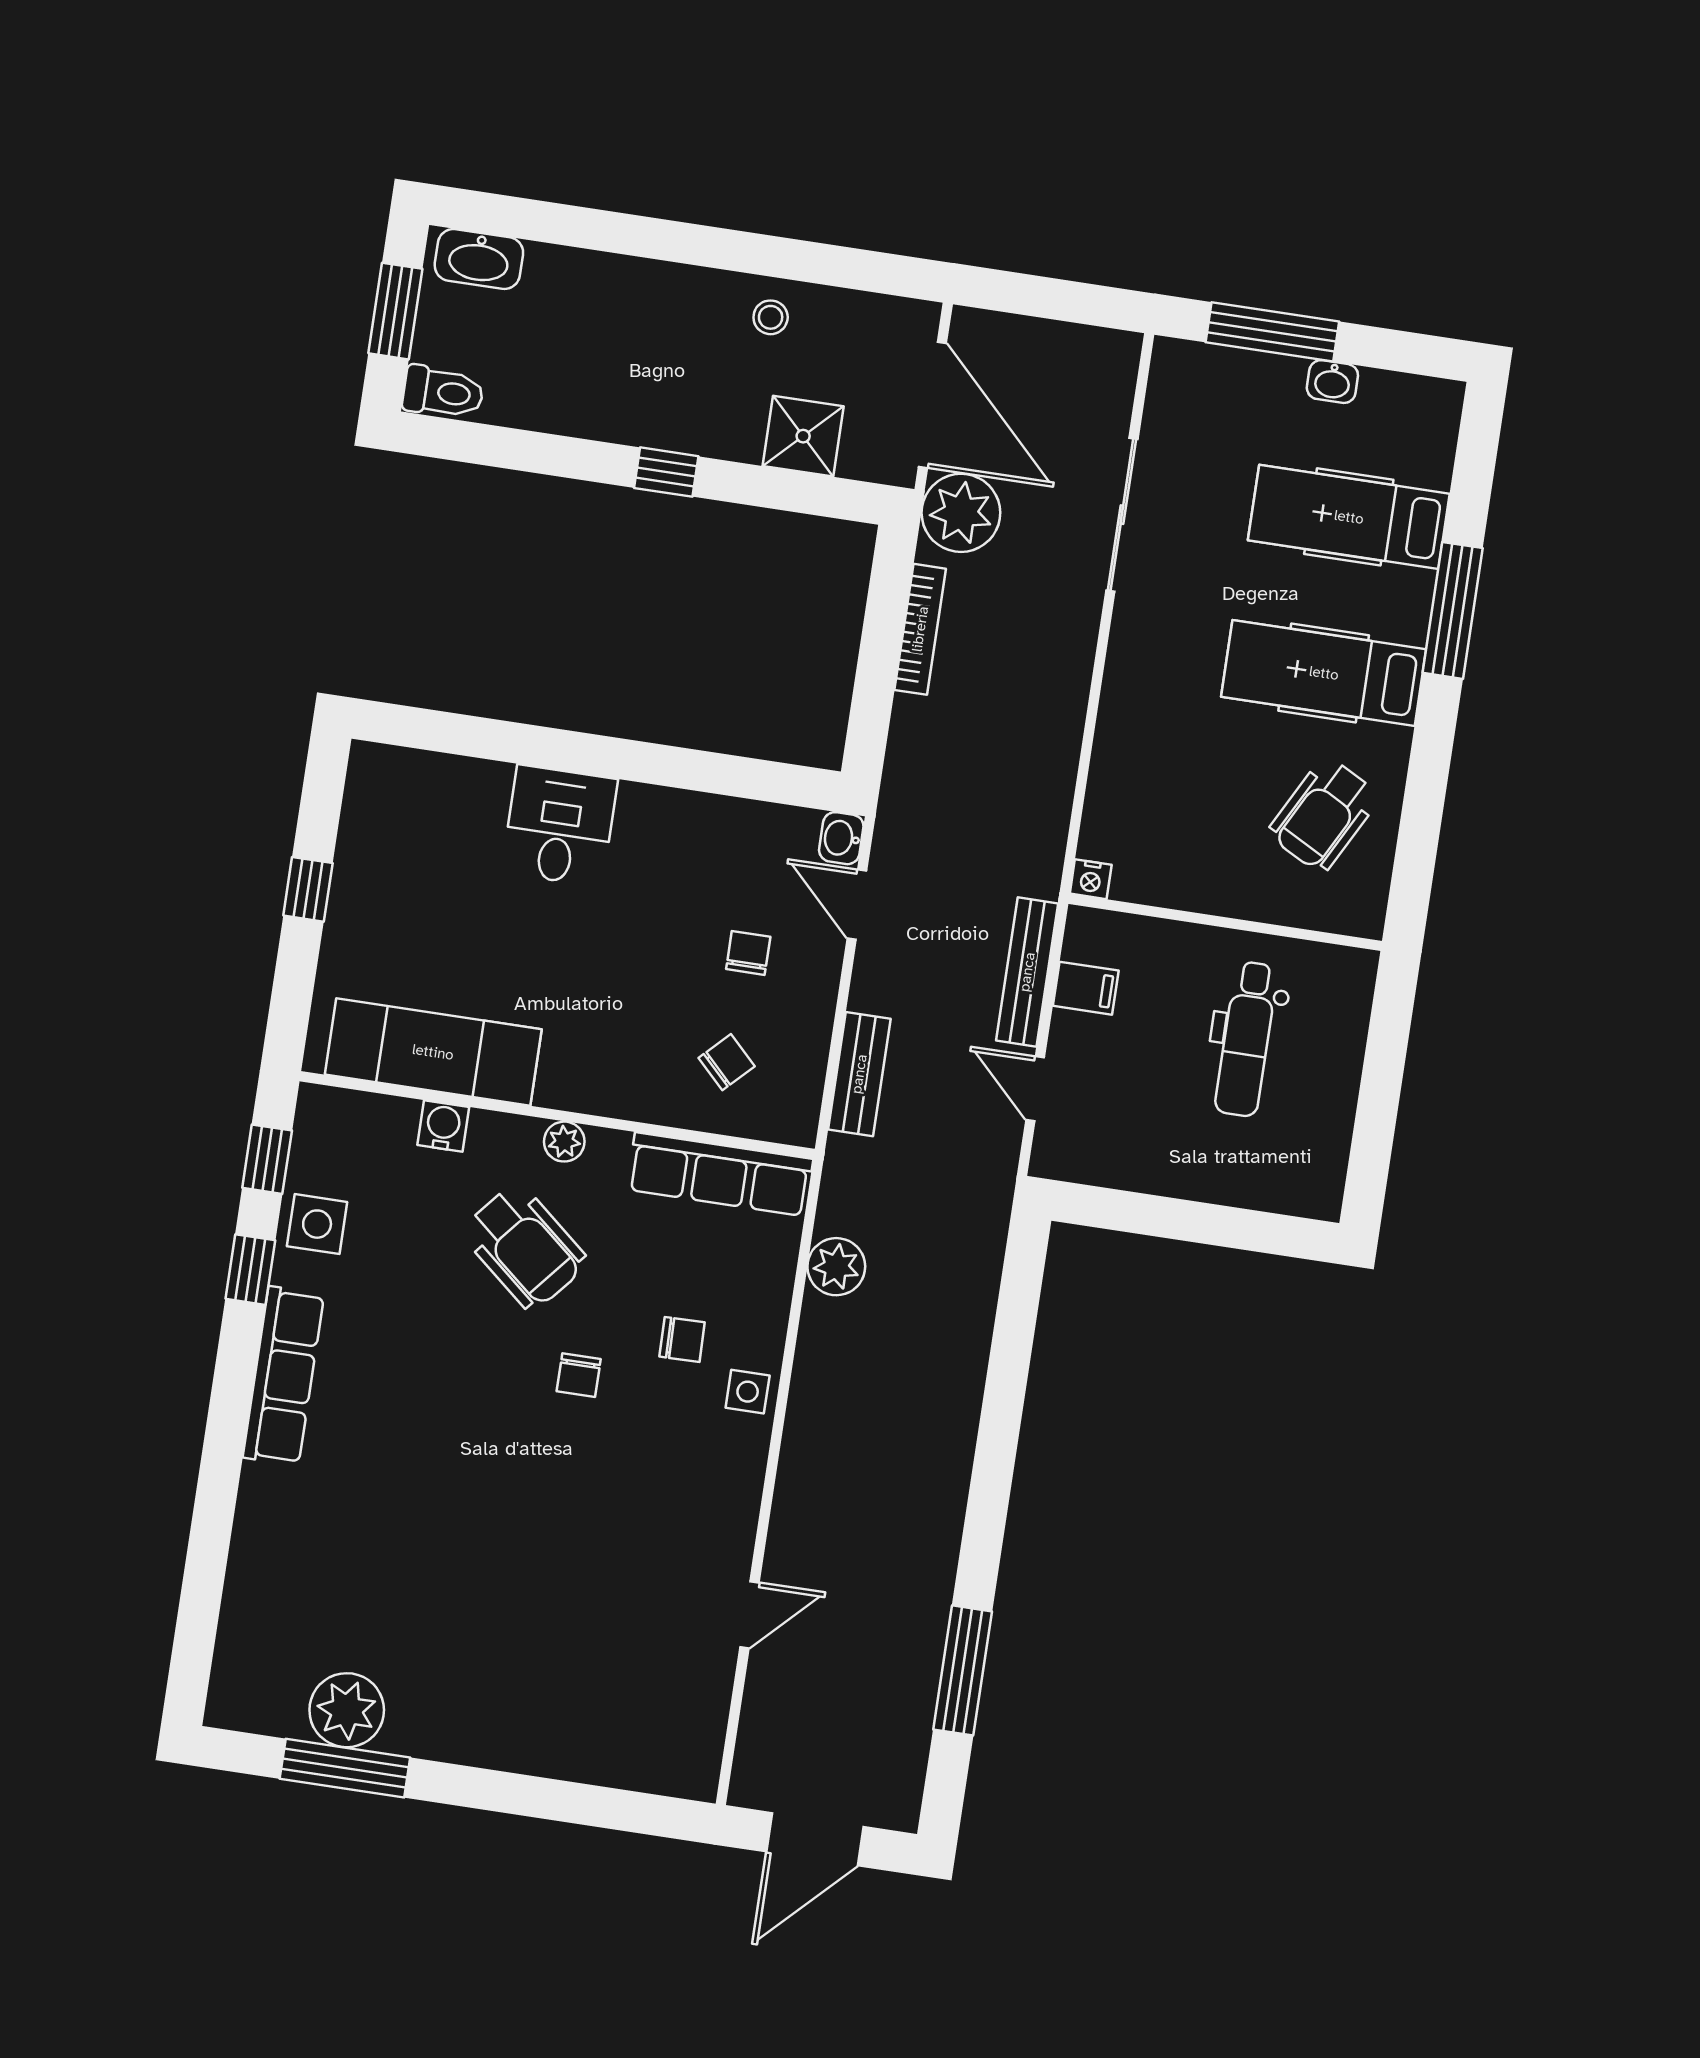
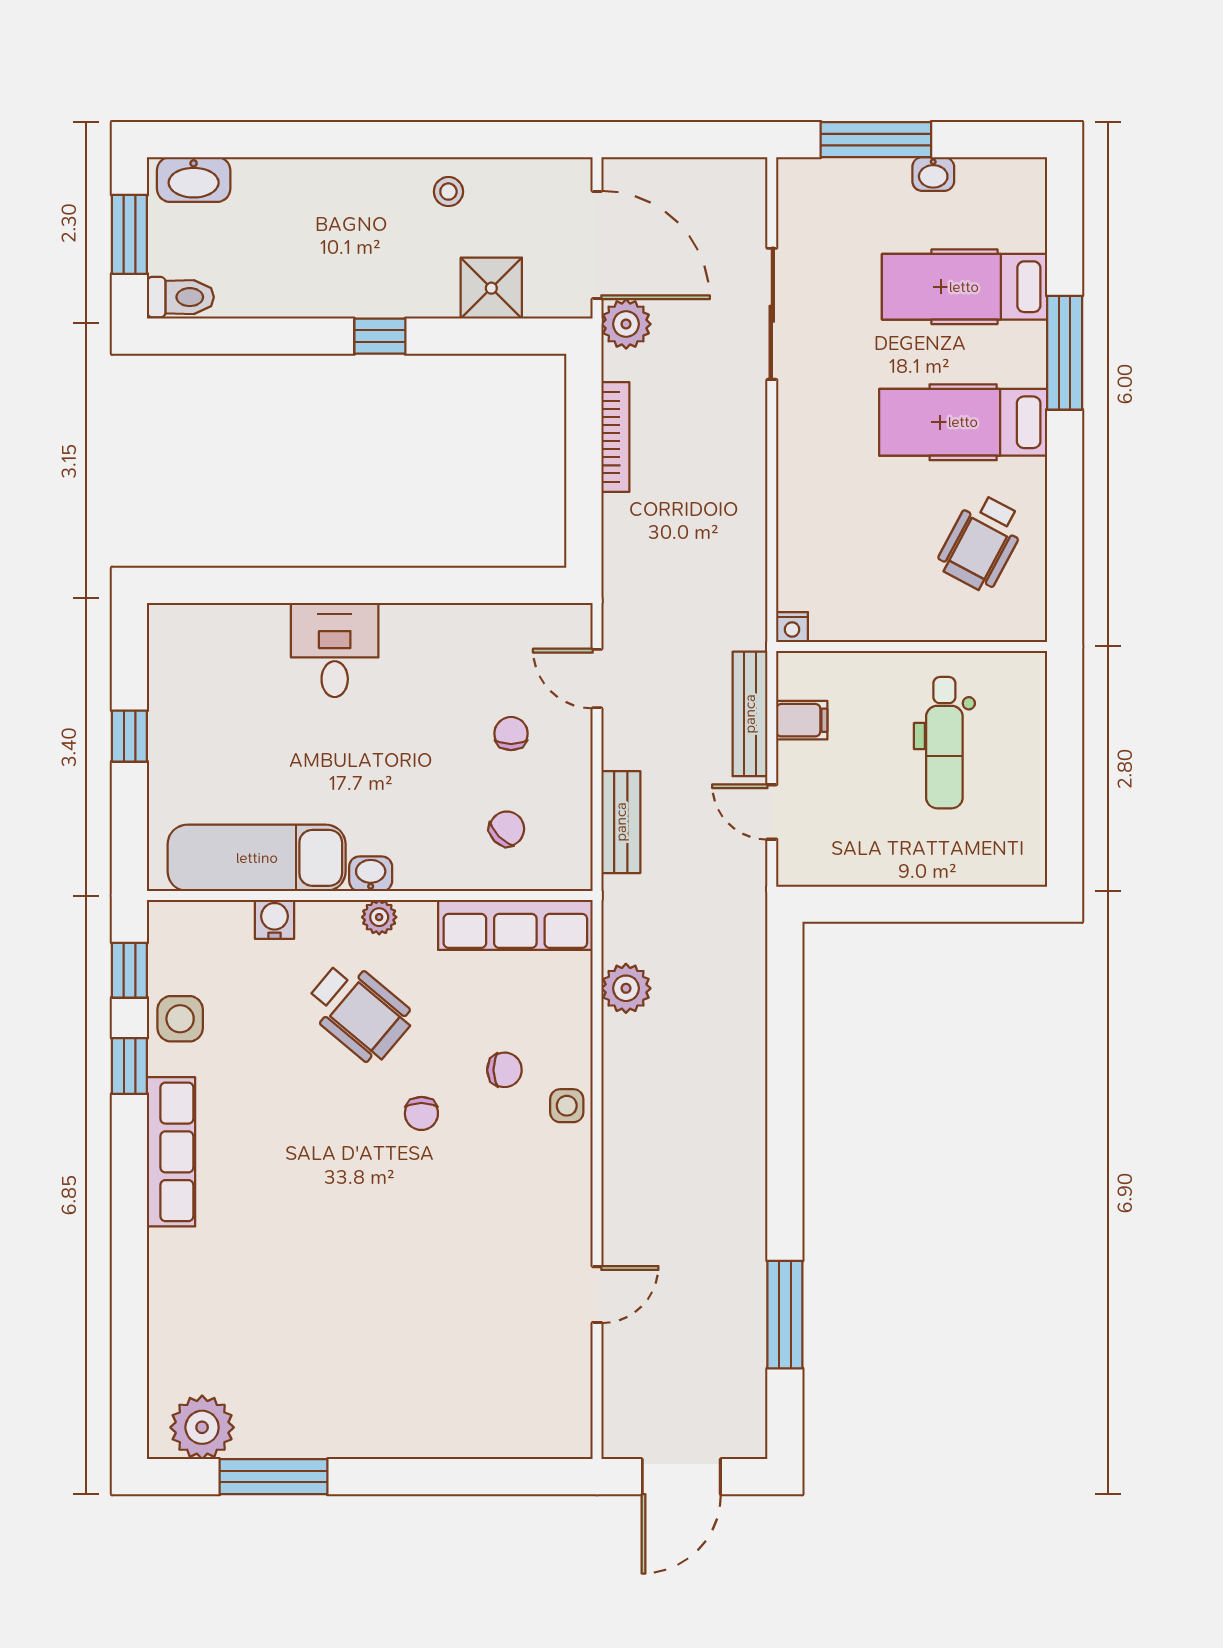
plant: (961, 513) -> (626, 324), width x0.73, depth x0.73
washbasin: (841, 838) -> (371, 874), moved, turned 90
plant: (347, 1710) -> (202, 1427), moved

